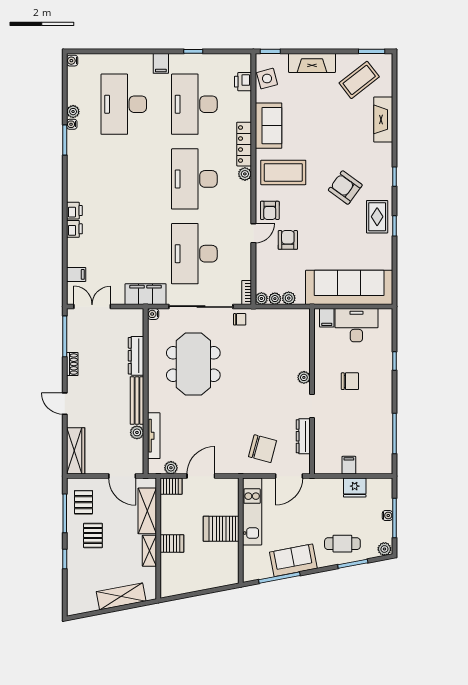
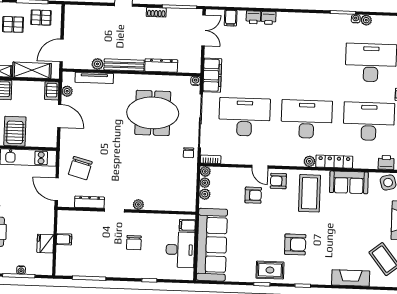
armchair: (345, 188) -> (295, 244), turned 54
printer: (74, 211) -> (253, 17), moved
wardrobe: (76, 451) -> (84, 13), removed

